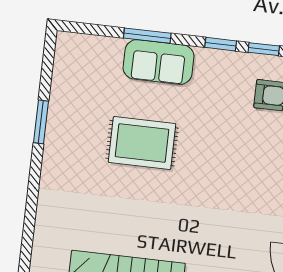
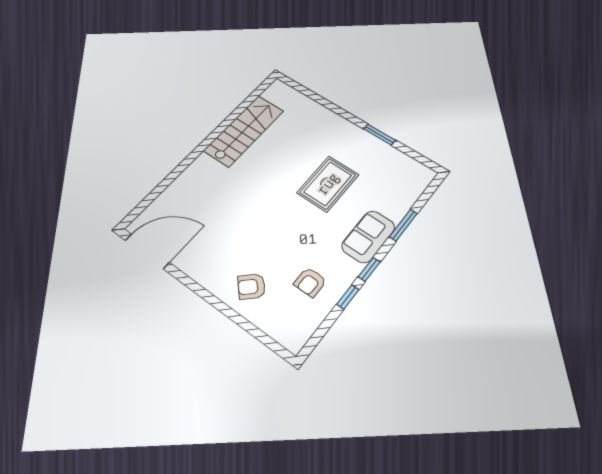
sofa: (159, 62) -> (368, 237), moved

